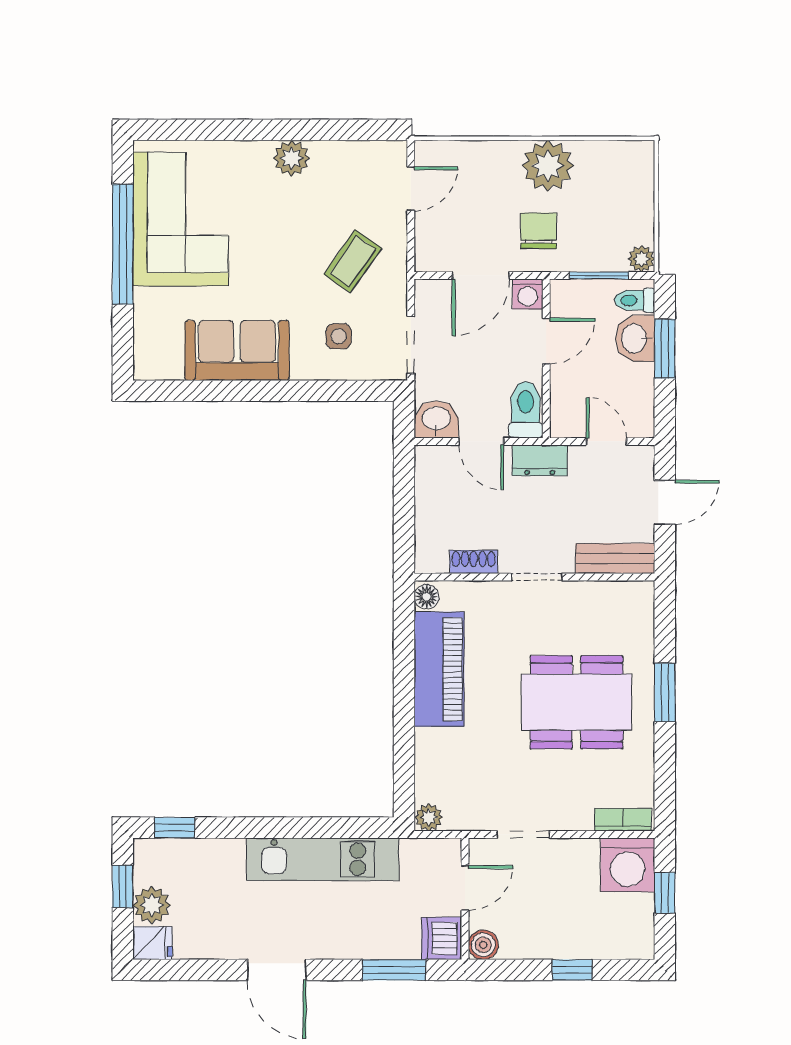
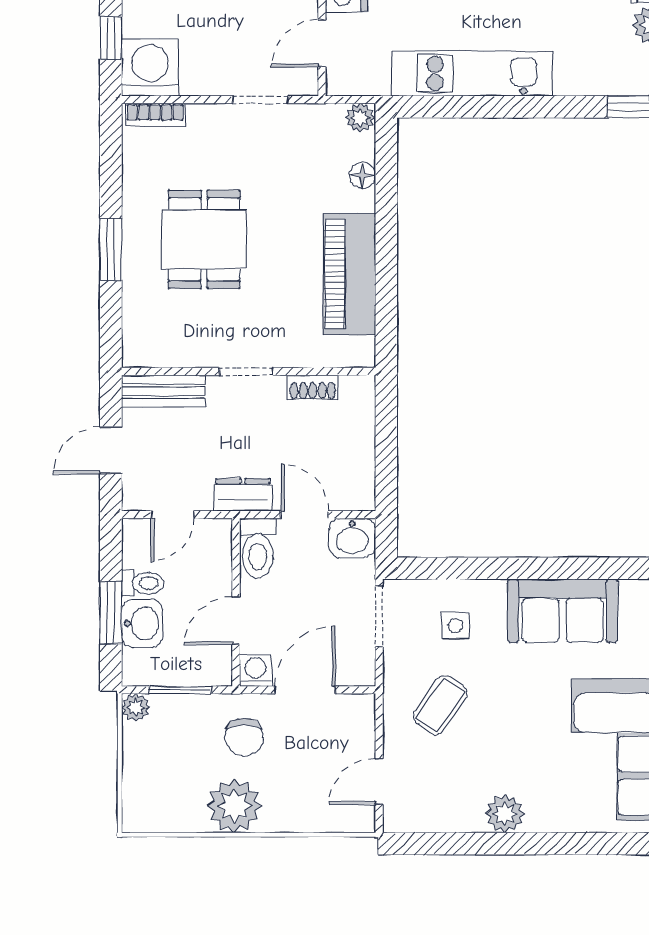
toilet: (635, 300) -> (143, 583), moved
door: (606, 441) -> (173, 515), hinge flipped
floor lamp: (427, 597) -> (362, 175), moved
dining table: (576, 702) -> (204, 239), width x0.73

